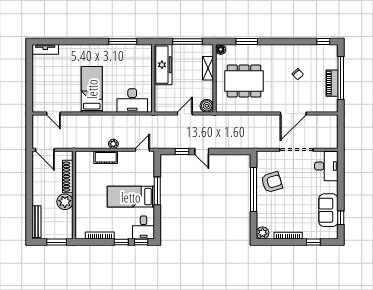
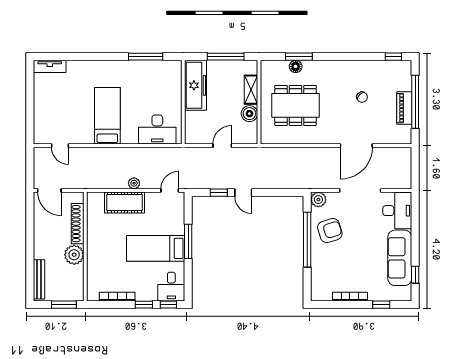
floor lamp: (221, 49) -> (296, 66), moved
boiler: (207, 106) -> (249, 114), moved
cot: (106, 157) -> (125, 202), width x1.37, depth x1.34
sofa: (328, 210) -> (400, 258), width x1.36
plant: (263, 233) -> (318, 200), moved

